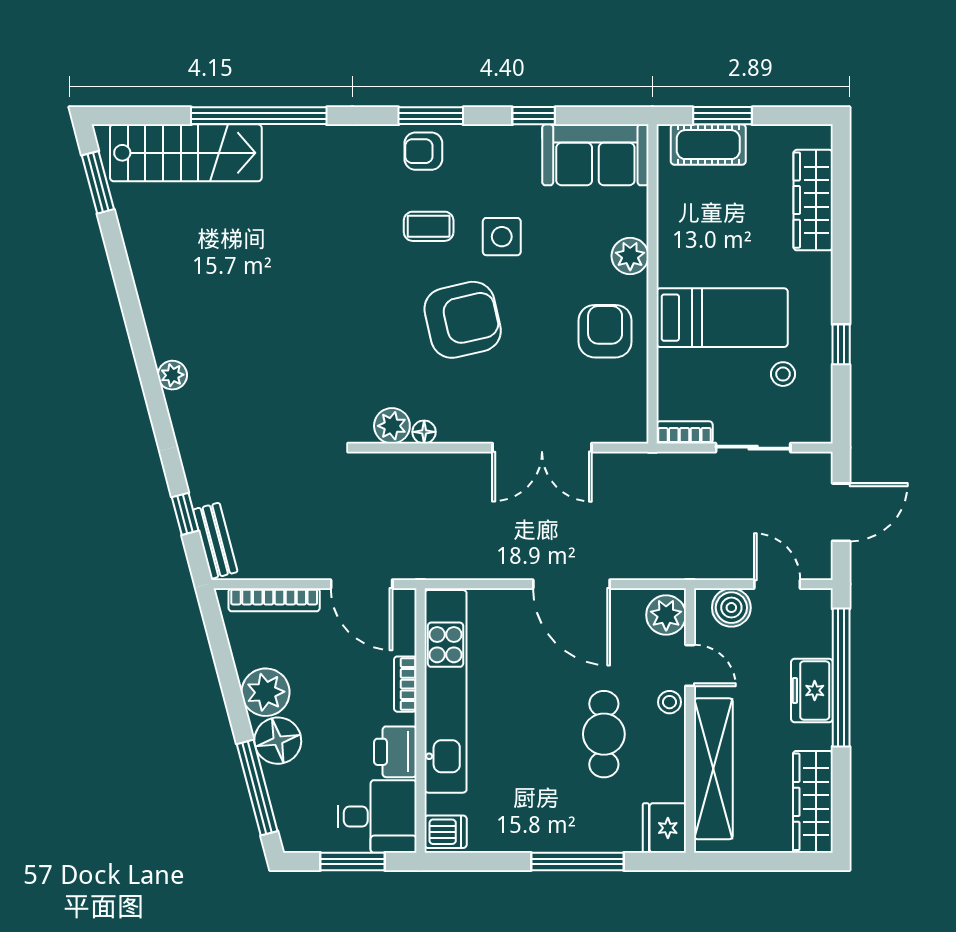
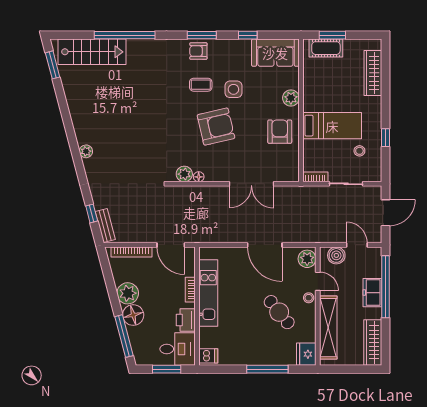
kitchen unit: (445, 691) -> (208, 293), width x0.73
cafe table: (604, 734) -> (279, 312), turned -39

